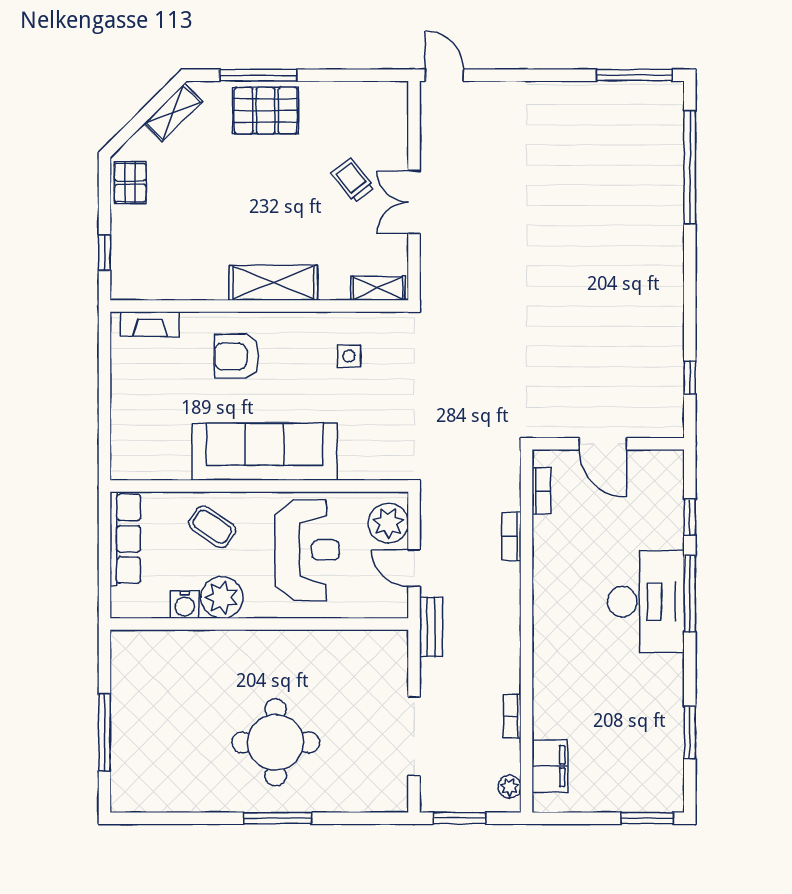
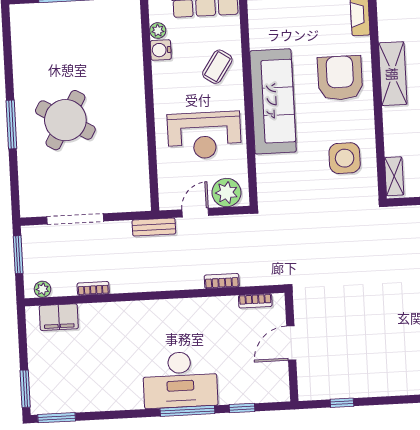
shelving: (273, 283) -> (393, 74), moved
armchair: (237, 356) -> (340, 78), width x1.36, depth x1.36
side table: (349, 356) -> (345, 158), width x1.87, depth x1.87
plant: (222, 597) -> (158, 30), moved, width x0.53, depth x0.53
window: (690, 732) -> (57, 418), moved
round table: (276, 742) -> (65, 120), turned 30

